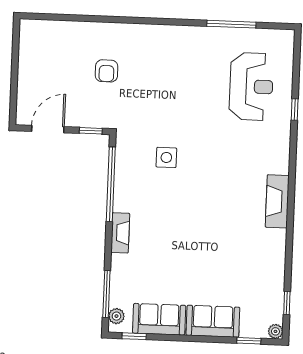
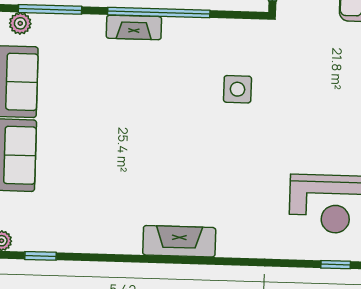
window: (295, 110) -> (336, 265), moved
window: (111, 184) -> (159, 13), moved

